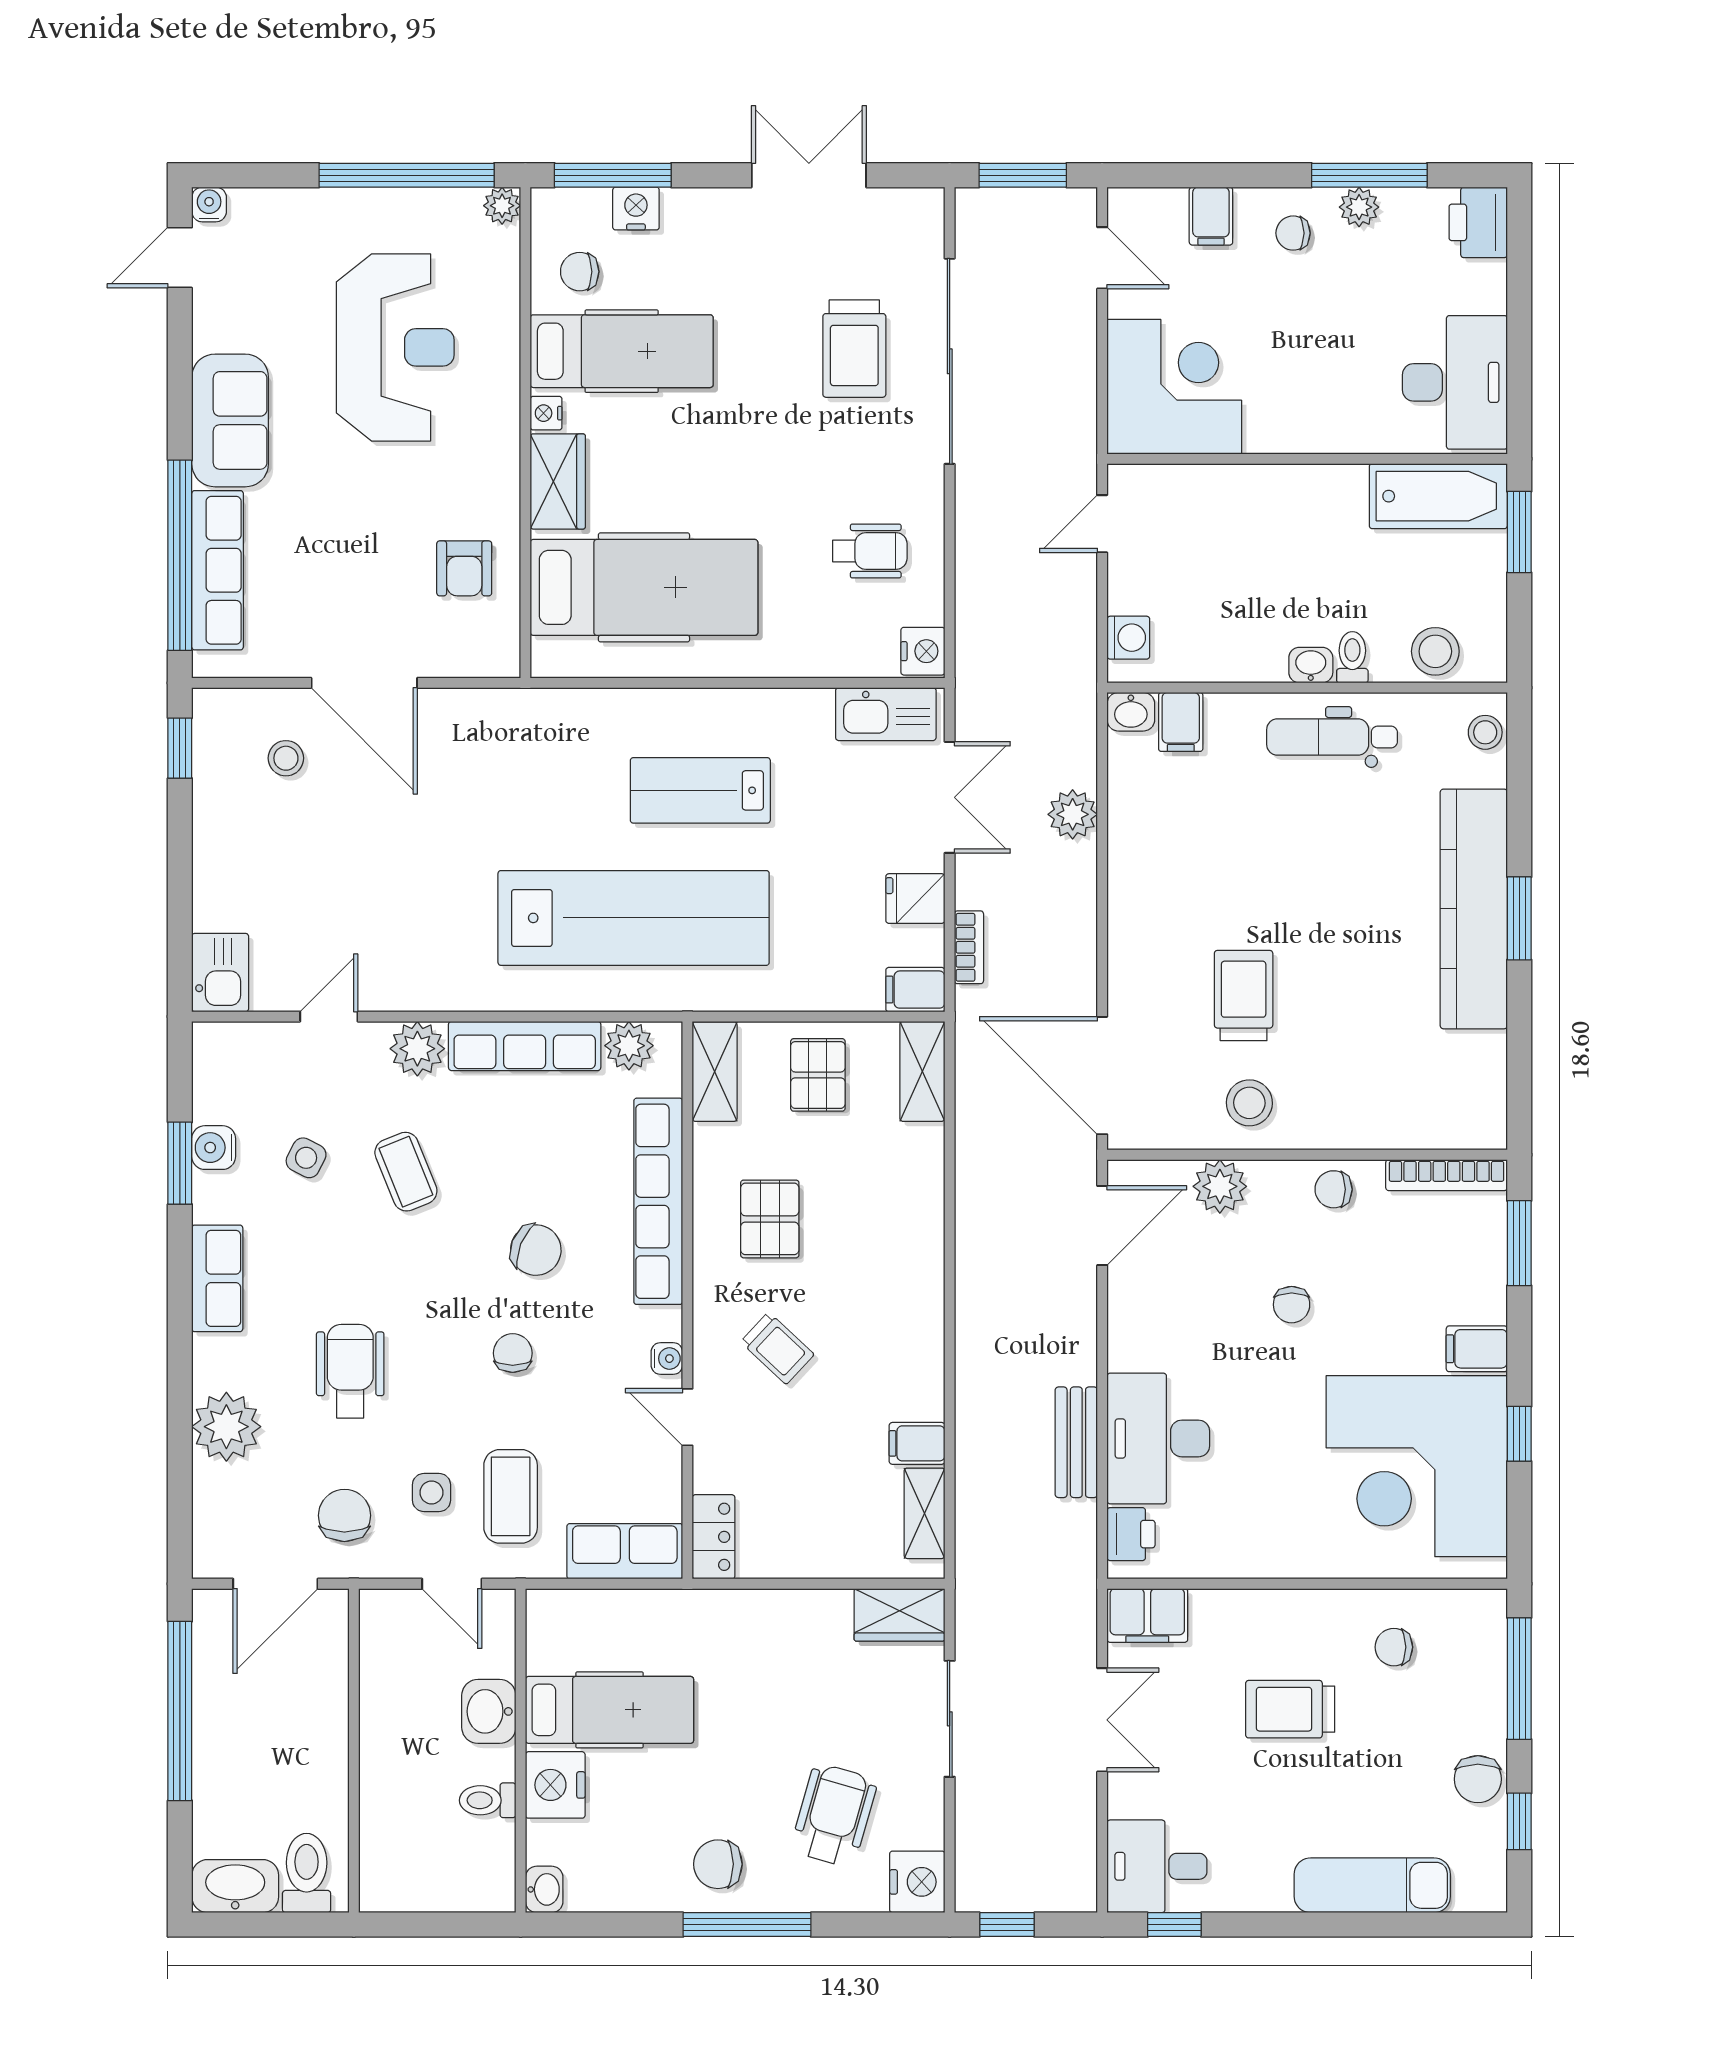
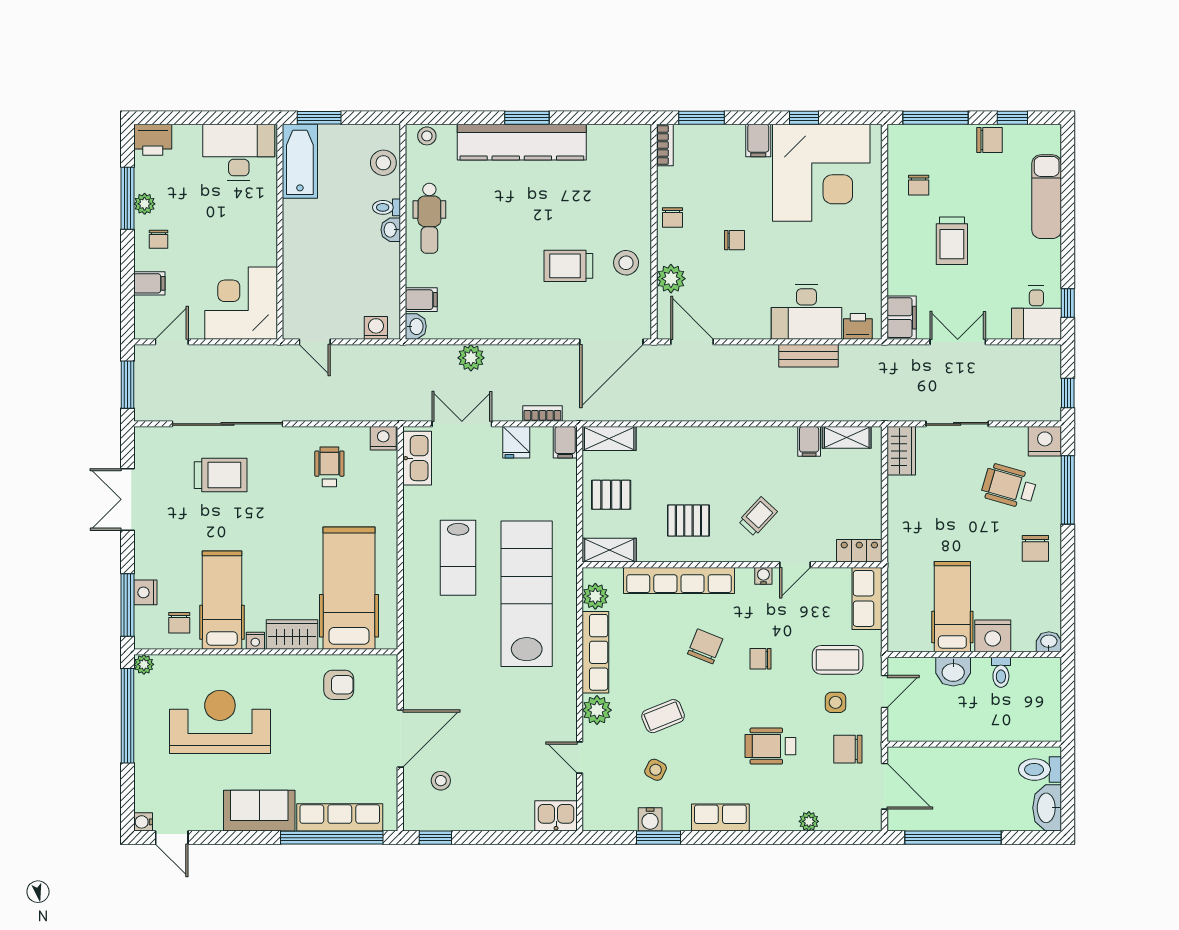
bookcase: (1447, 1175) -> (665, 145), width x0.64
plant: (226, 1427) -> (809, 821), width x0.53, depth x0.53
window: (747, 1925) -> (1068, 490), moved

